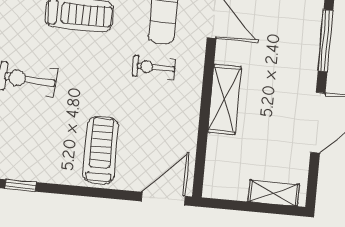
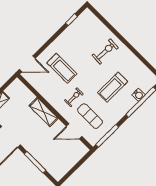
treadmill: (101, 150) -> (62, 68), moved
door: (163, 199) -> (27, 64), hinge flipped

